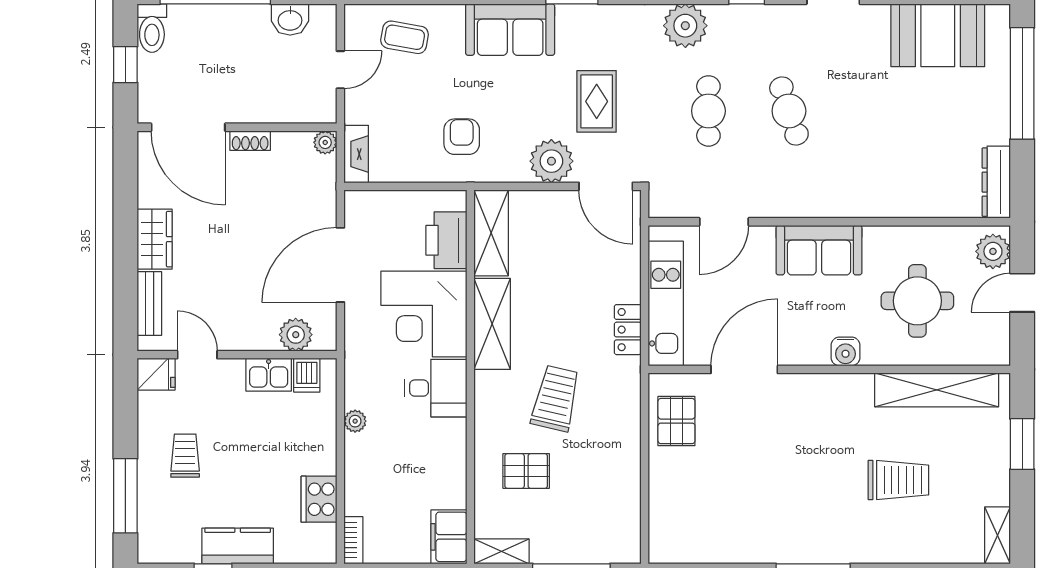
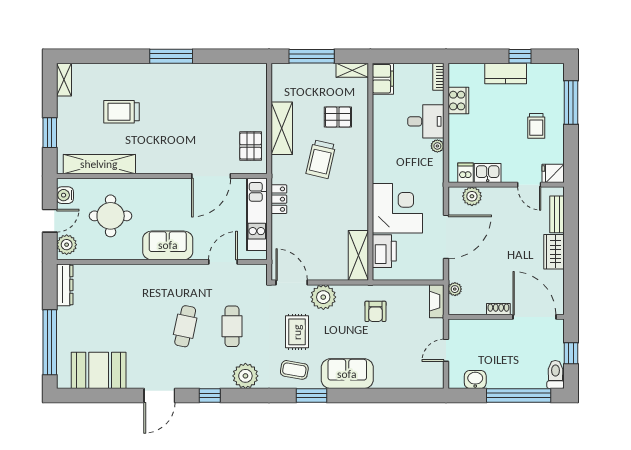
coffee table: (405, 37) -> (294, 370), moved
cafe table: (789, 111) -> (185, 326), turned 30
plant: (325, 142) -> (455, 289), moved
shelving: (492, 324) -> (282, 128), moved
water cooler: (845, 351) -> (65, 195), moved, turned -90
desk: (436, 388) -> (426, 121), moved, turned 180

